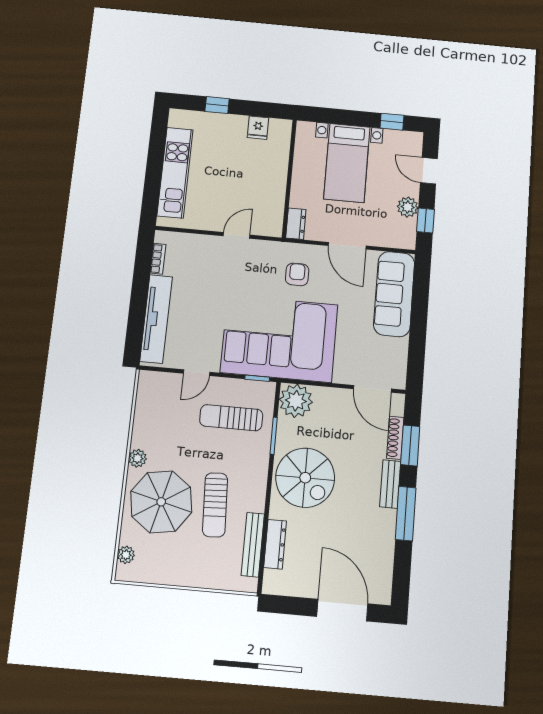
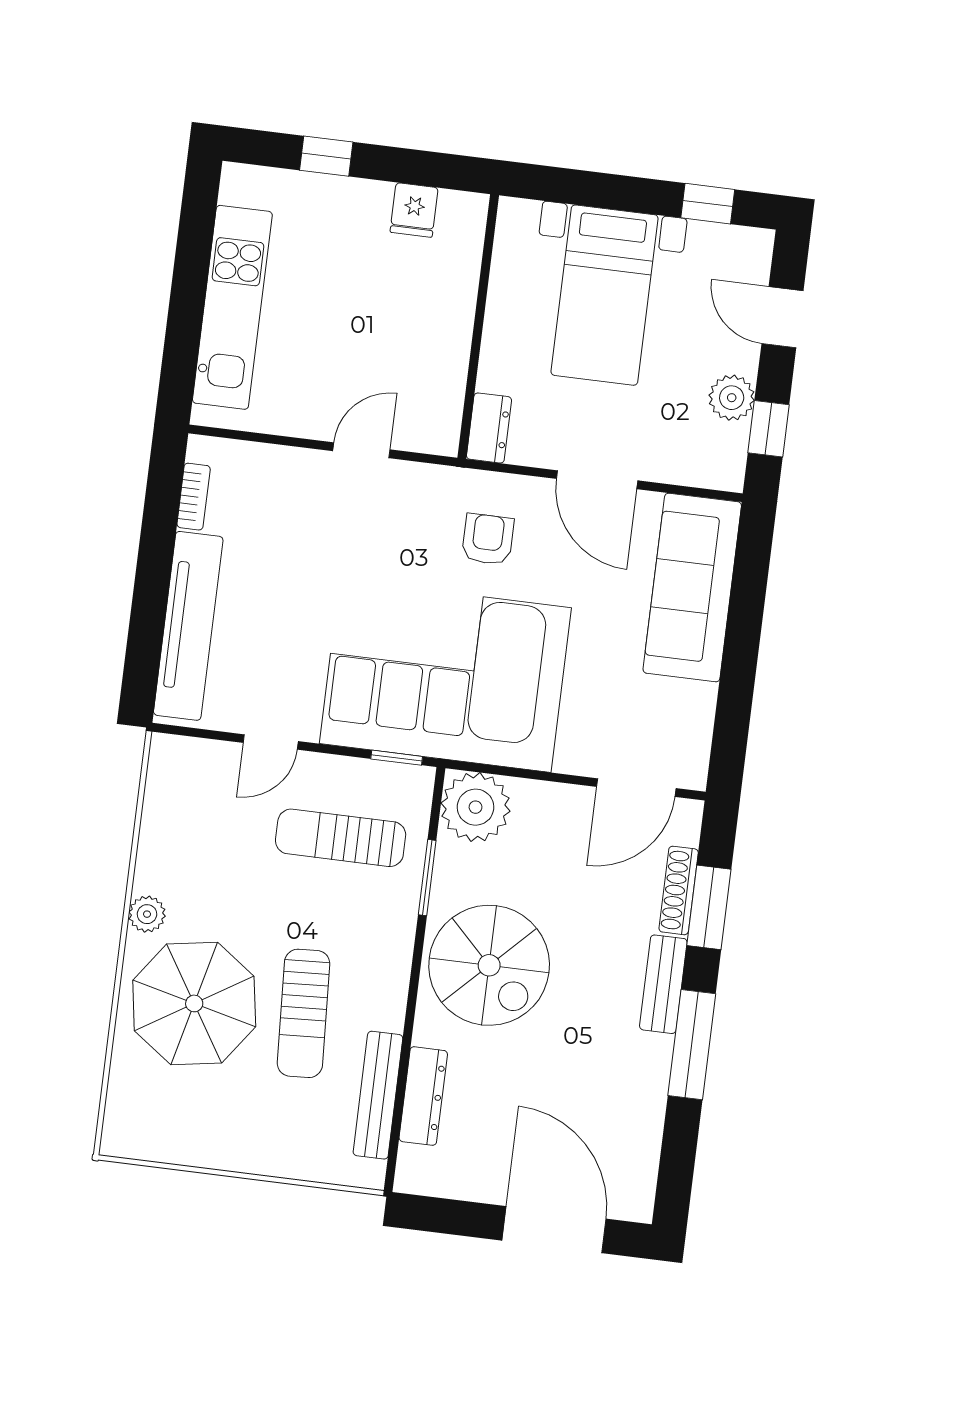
door: (372, 389) -> (636, 788), hinge flipped
plant: (126, 555) -> (122, 1106), removed

